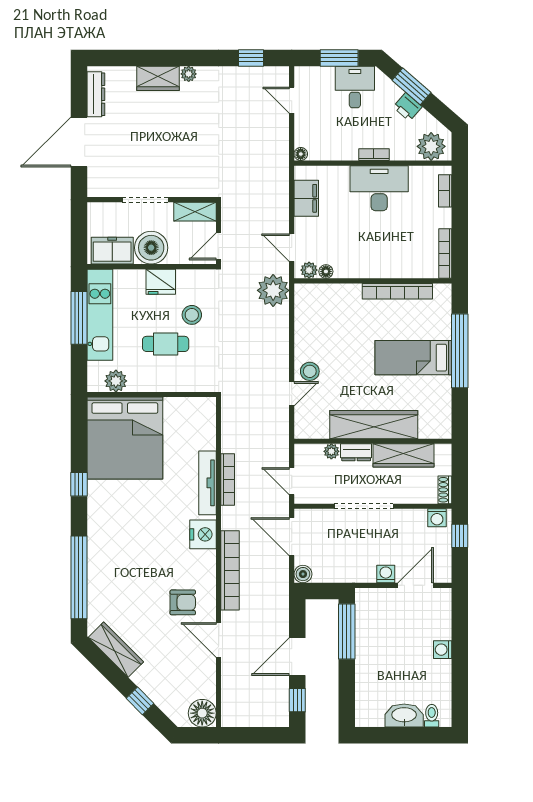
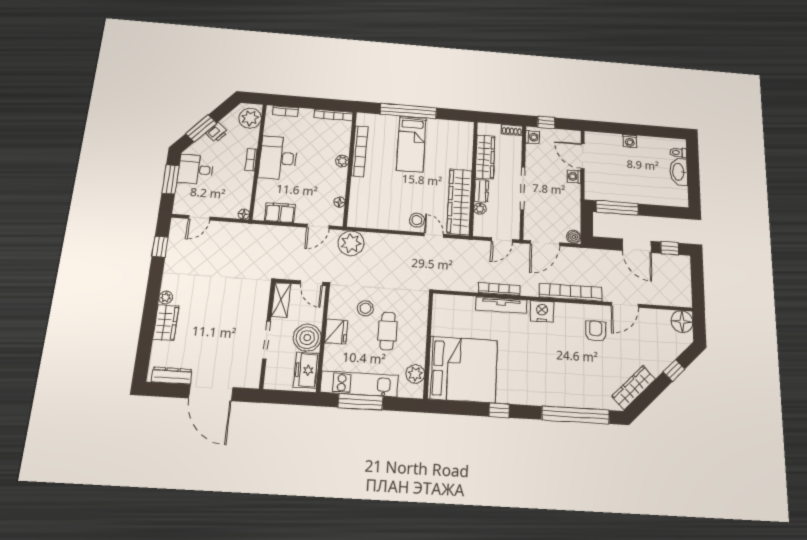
plant: (309, 270) -> (342, 161), moved
wardrobe: (374, 425) -> (460, 202), moved

